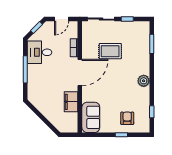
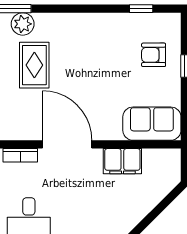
rug: (110, 51) -> (34, 65), moved
plant: (144, 81) -> (23, 24), moved

